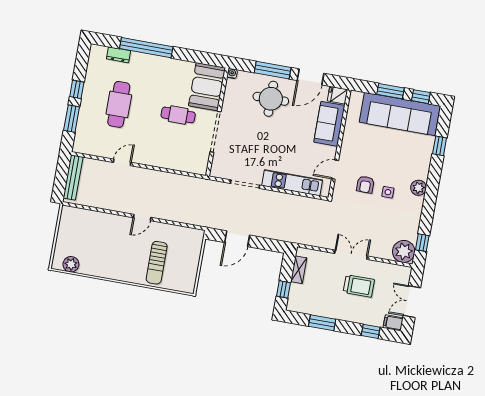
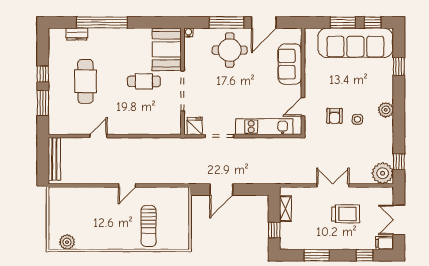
fridge: (338, 95) -> (195, 126), moved, turned 90

